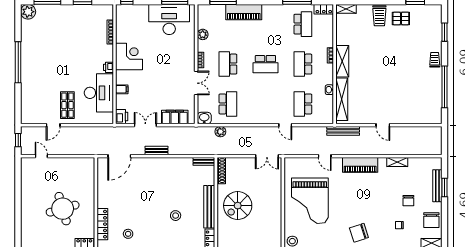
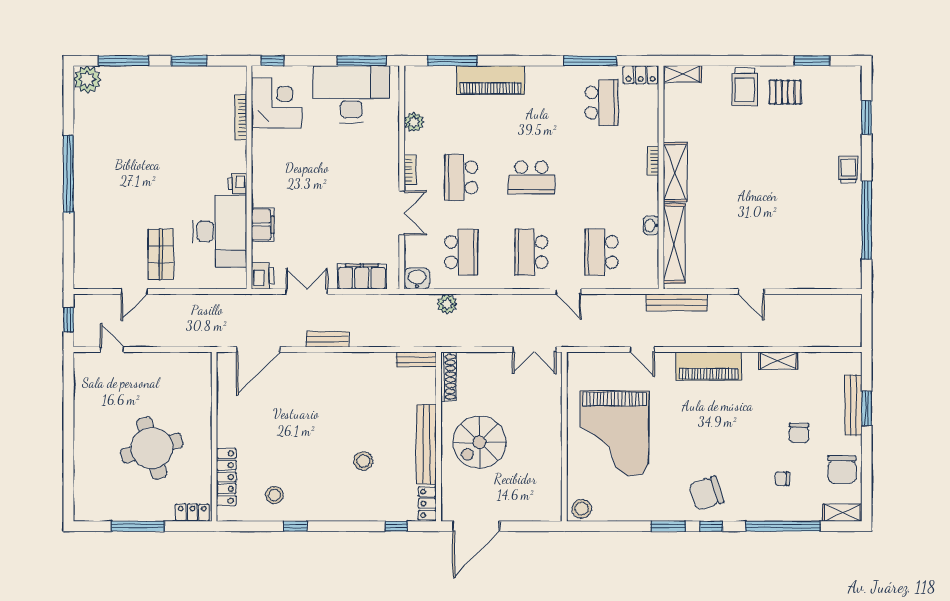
corner desk: (129, 57) -> (276, 103), moved
school desk: (303, 64) -> (531, 252), moved
filing cabinet: (122, 89) -> (263, 225), width x2.00

